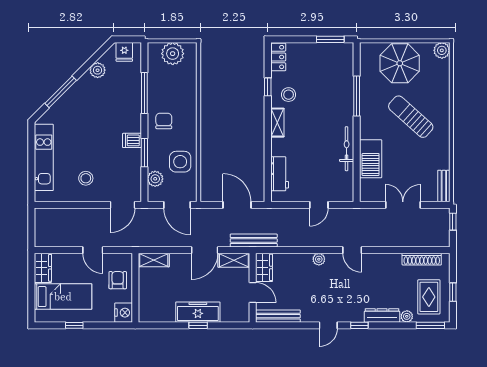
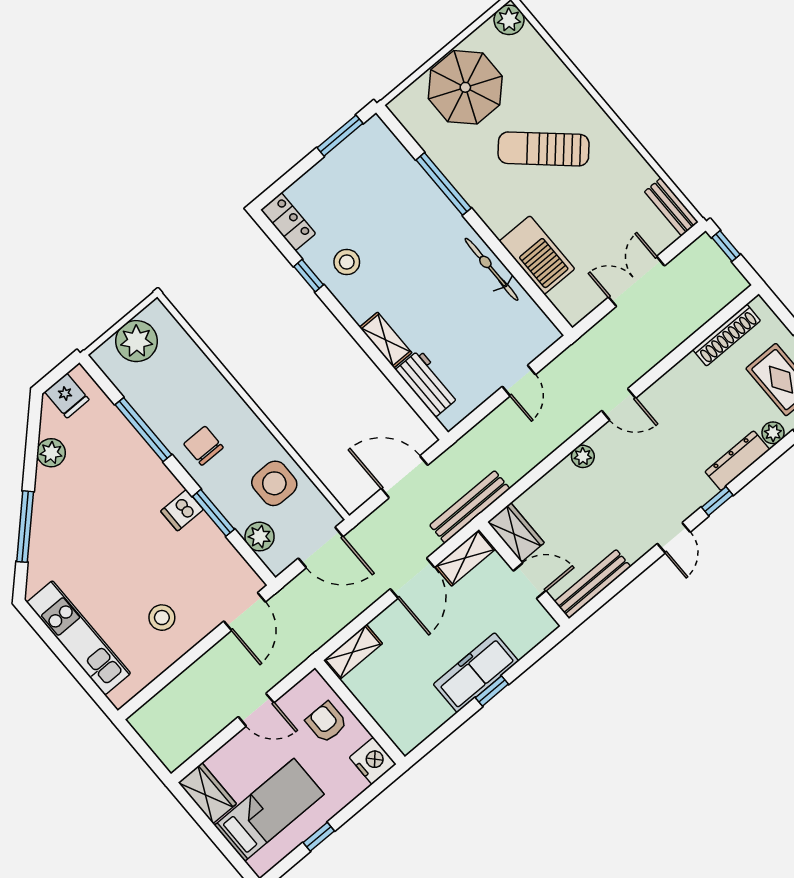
shelving: (277, 123) -> (386, 340), moved

